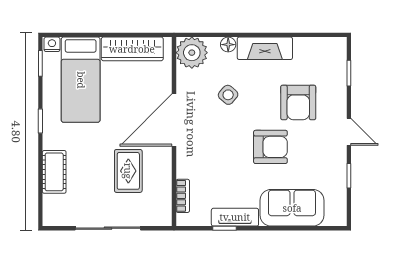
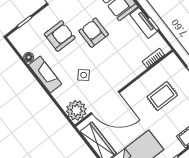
floor lamp: (228, 45) -> (29, 57), moved
door: (174, 120) -> (105, 103), moved

